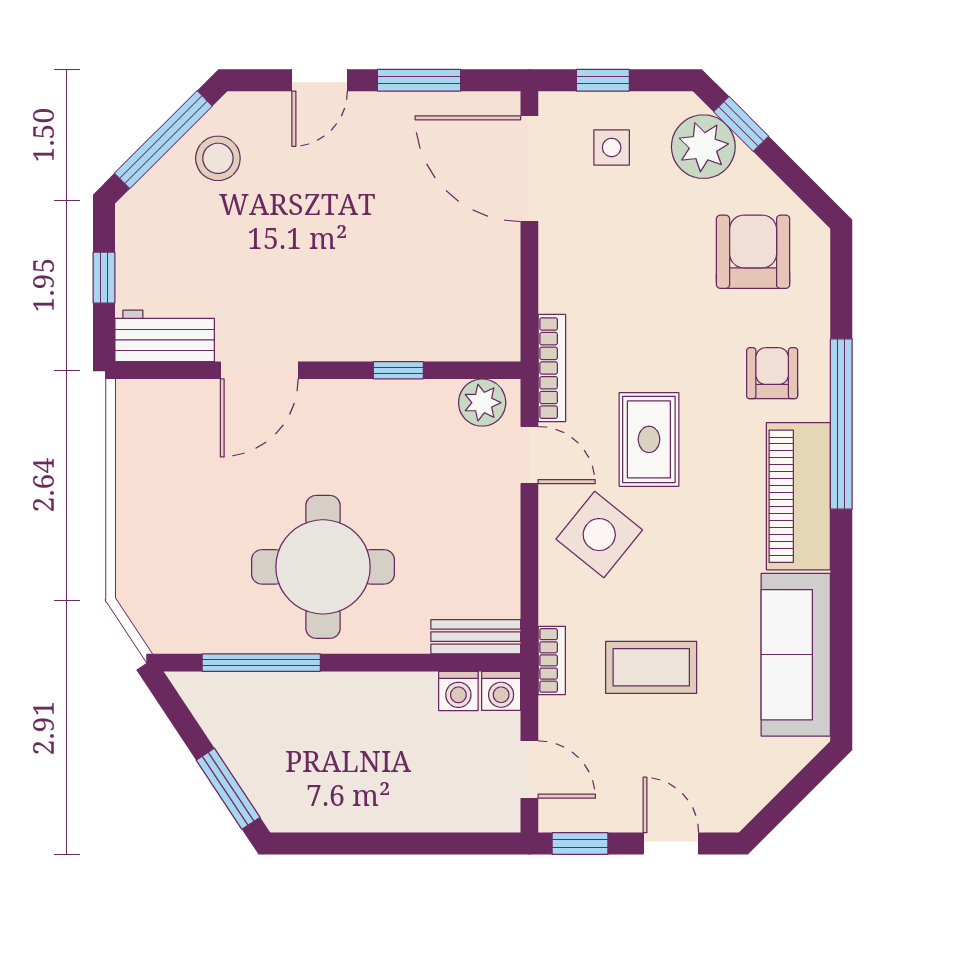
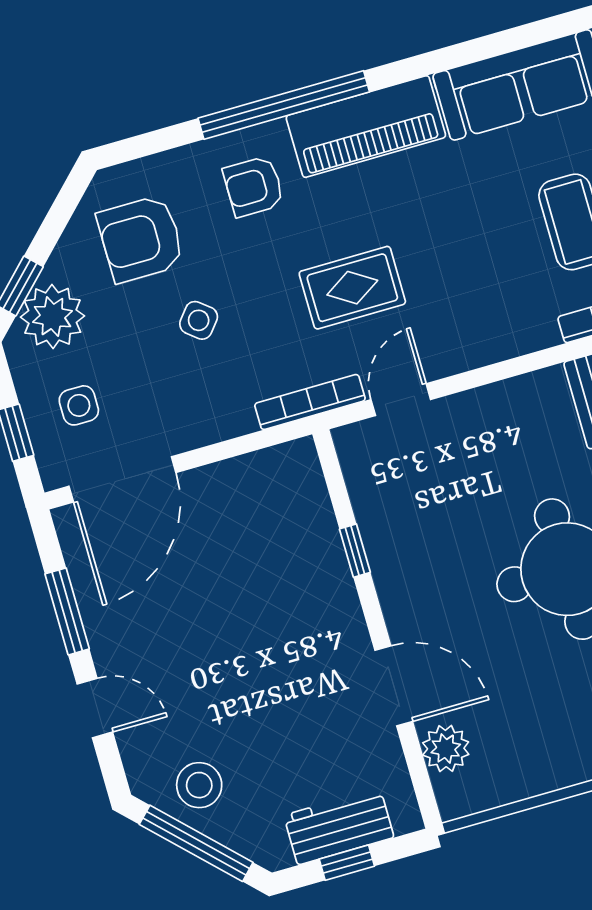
workbench: (165, 336) -> (339, 826), moved, turned 90
plant: (482, 403) -> (446, 749), moved
side table: (599, 535) -> (199, 320), moved, width x0.54, depth x0.54

